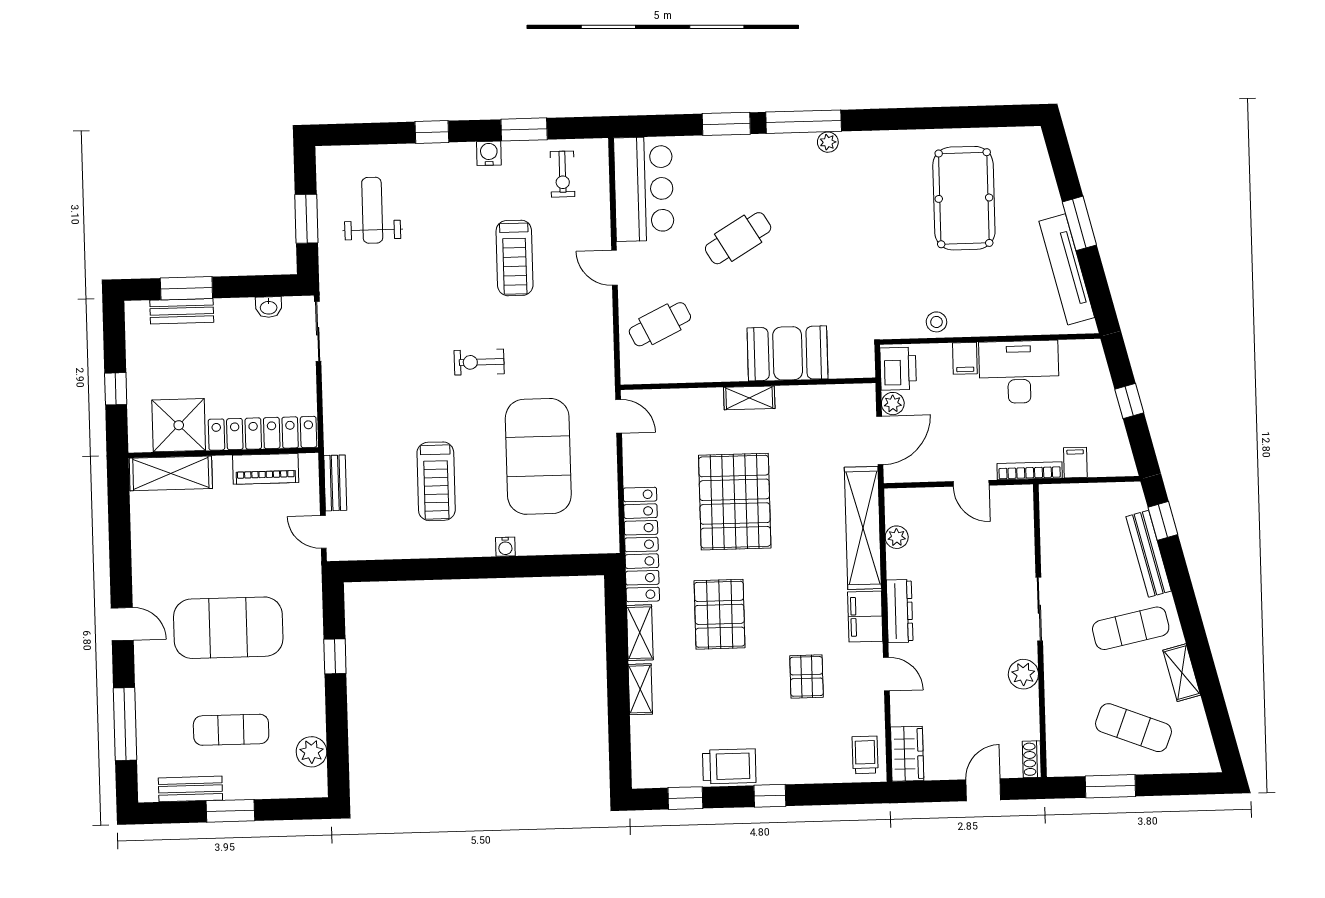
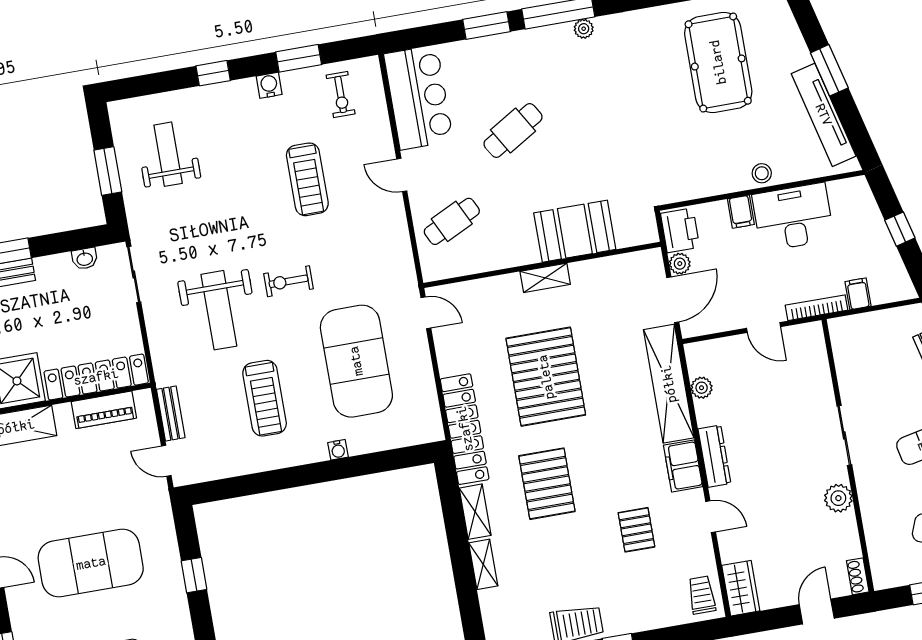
stool: (936, 322) -> (762, 173), moved
weight bench: (402, 382) -> (219, 310), added

